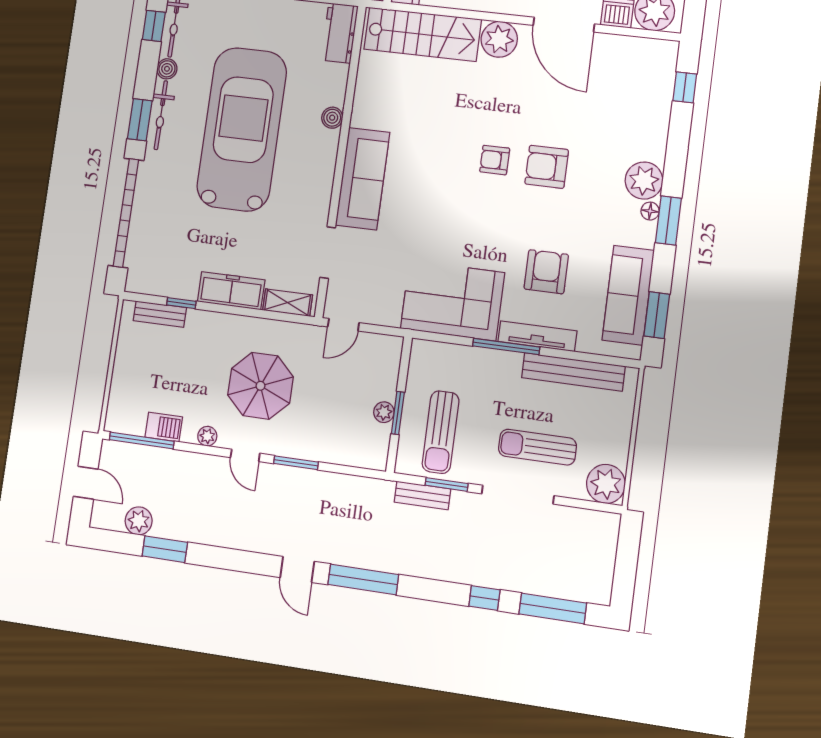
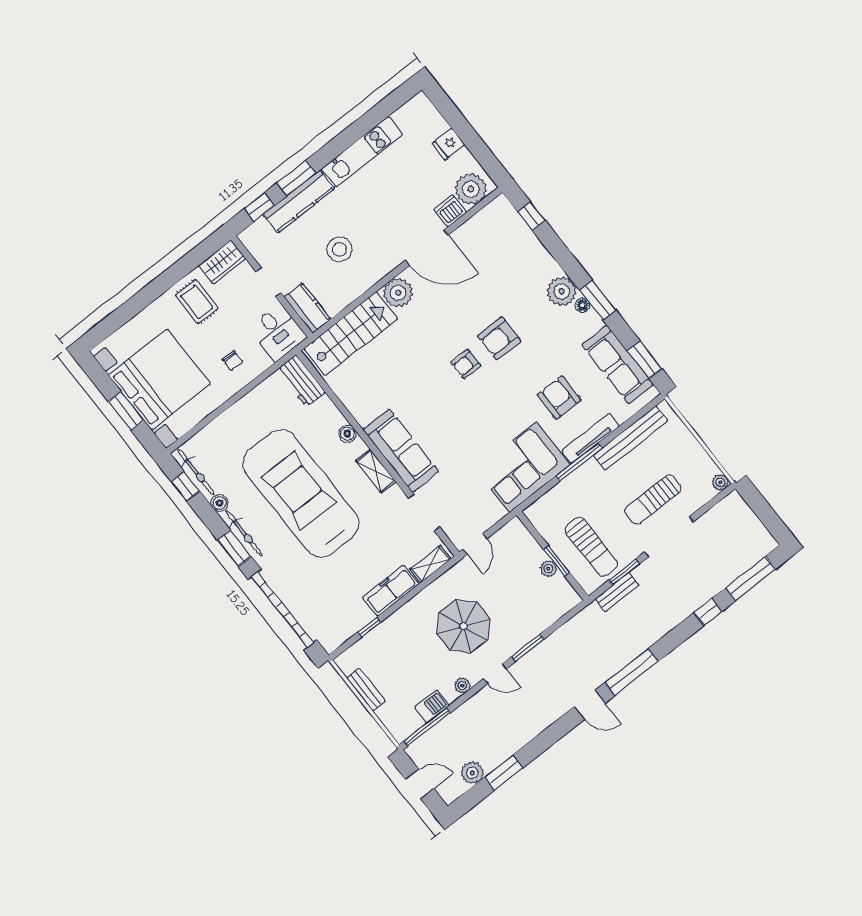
shelving: (323, 175) -> (376, 471), added
bench: (160, 314) -> (366, 689), moved, turned 90
plant: (606, 484) -> (720, 482), width x0.53, depth x0.53

